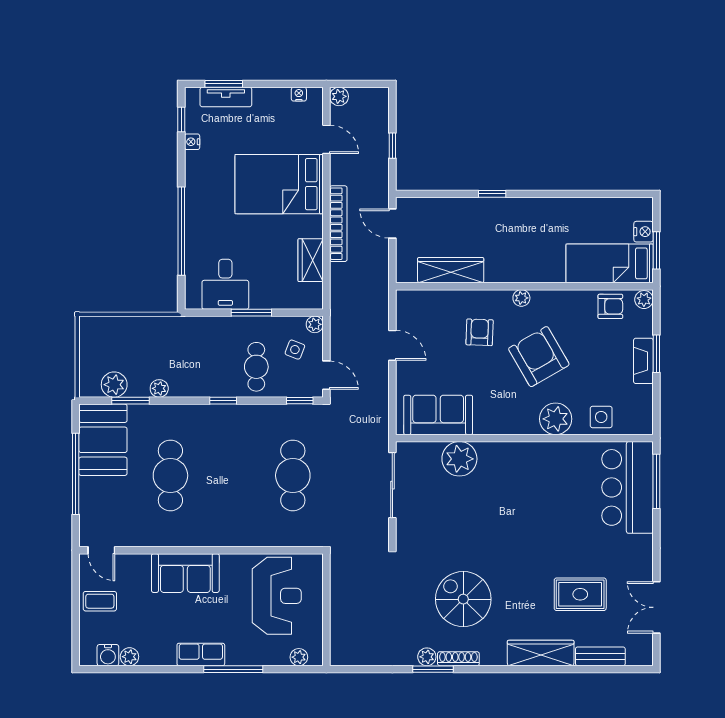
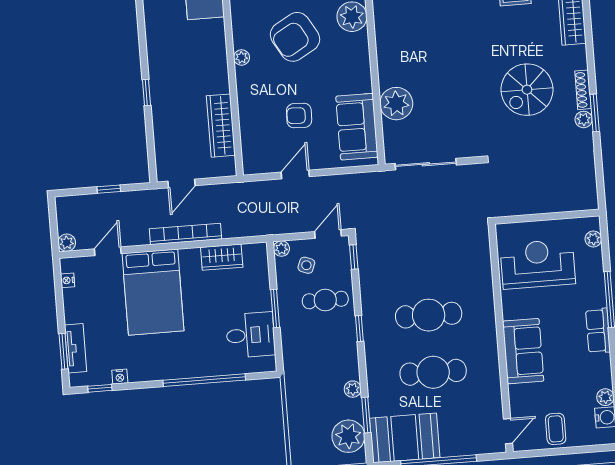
armchair: (480, 332) -> (299, 116), moved
plant: (114, 385) -> (348, 436), width x1.36, depth x1.36
cafe table: (293, 475) -> (429, 315), moved

